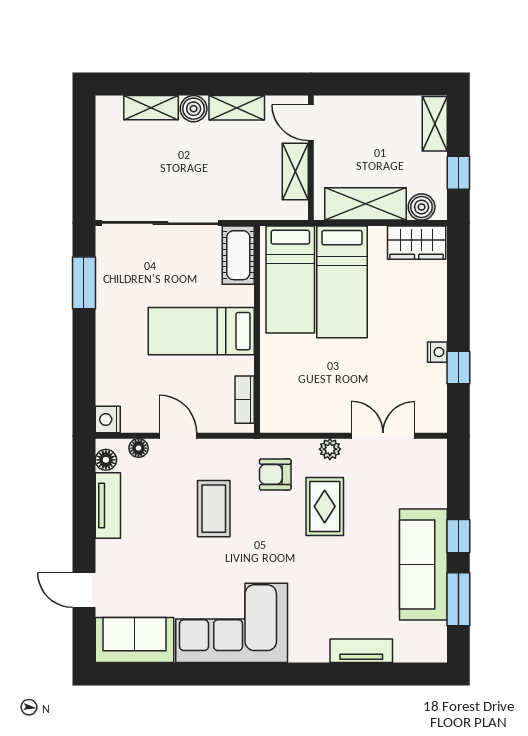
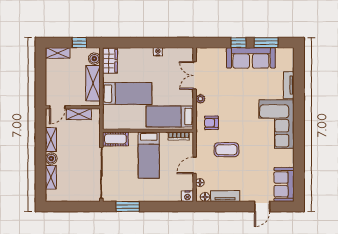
bed: (290, 280) -> (170, 117), moved, turned 180
window: (458, 367) -> (165, 43), removed
armchair: (275, 474) -> (211, 123), turned 90
rug: (325, 506) -> (225, 101), removed
corner sofa: (232, 623) -> (276, 124), moved

